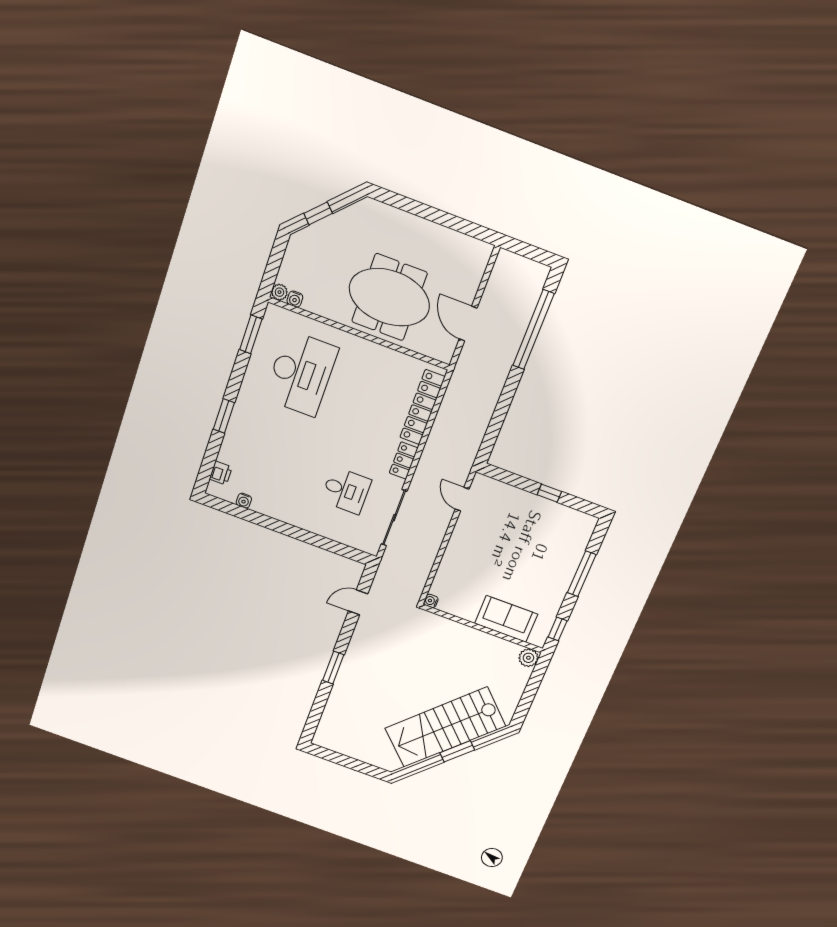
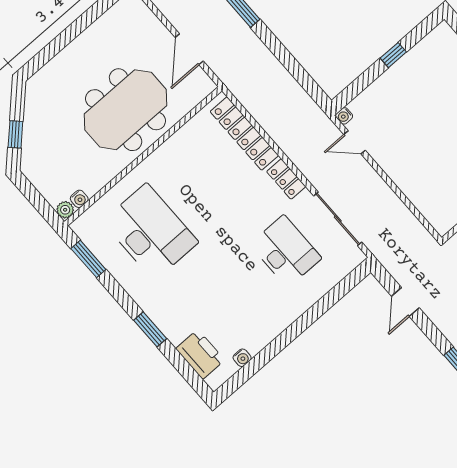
door: (468, 324) -> (189, 49), hinge flipped
printer: (221, 473) -> (200, 354), width x1.87, depth x1.48
desk: (346, 490) -> (286, 251), width x1.37
water cooler: (431, 601) -> (344, 116), moved

